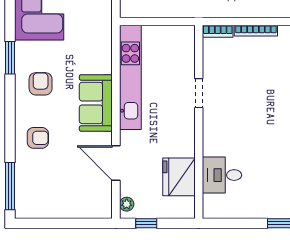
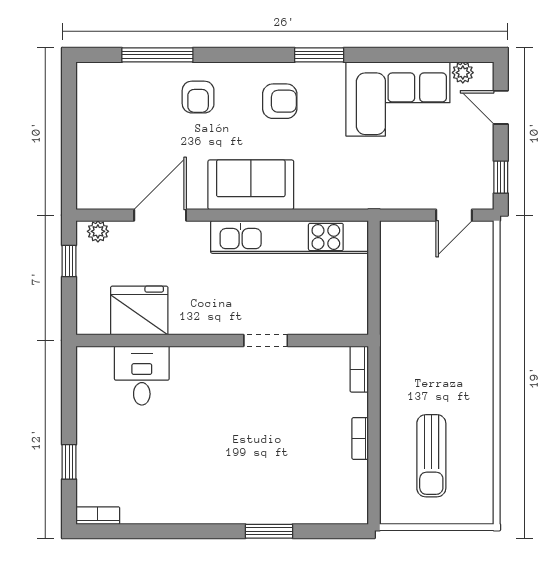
bookcase: (256, 31) -> (360, 438), width x0.64
window: (10, 186) -> (157, 55), moved

